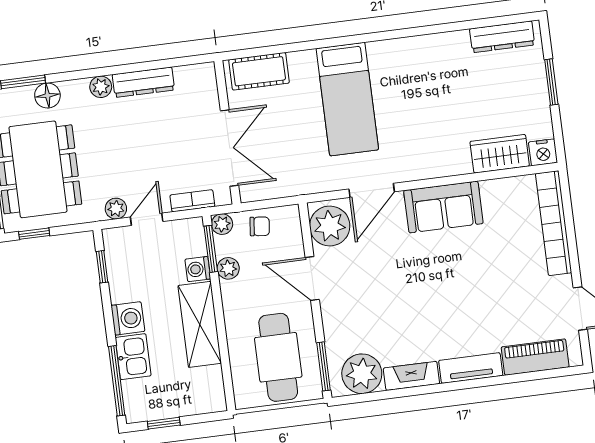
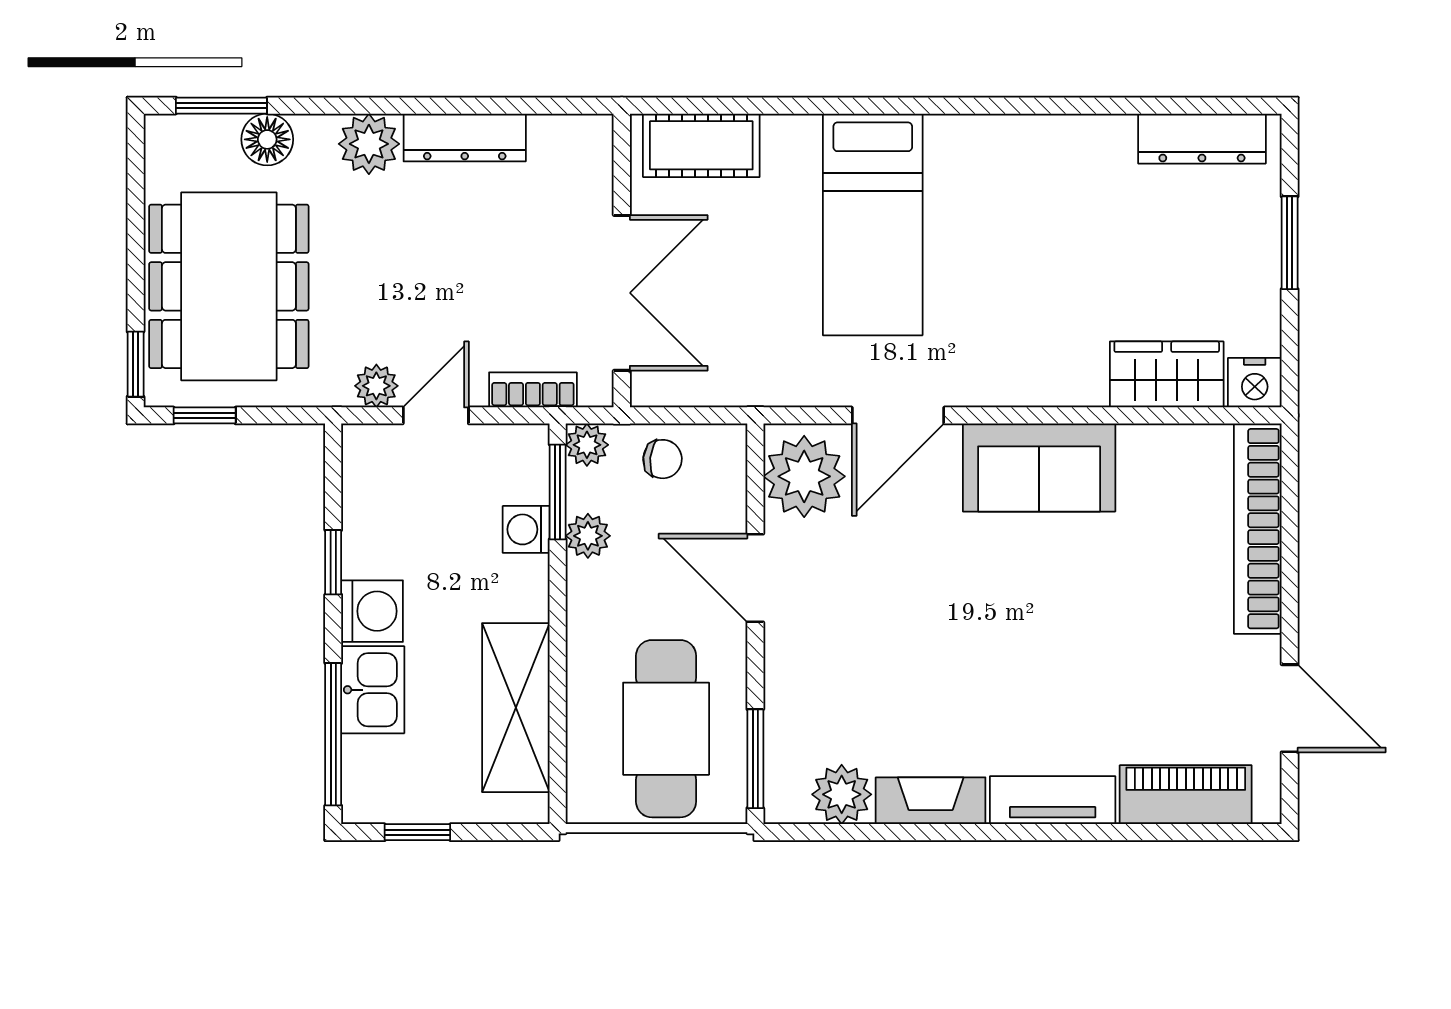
plant: (101, 87) -> (369, 144), width x1.38, depth x1.38
window: (102, 267) -> (333, 562), moved
shelving: (200, 324) -> (516, 708), moved
plant: (362, 374) -> (842, 794), width x0.73, depth x0.73

